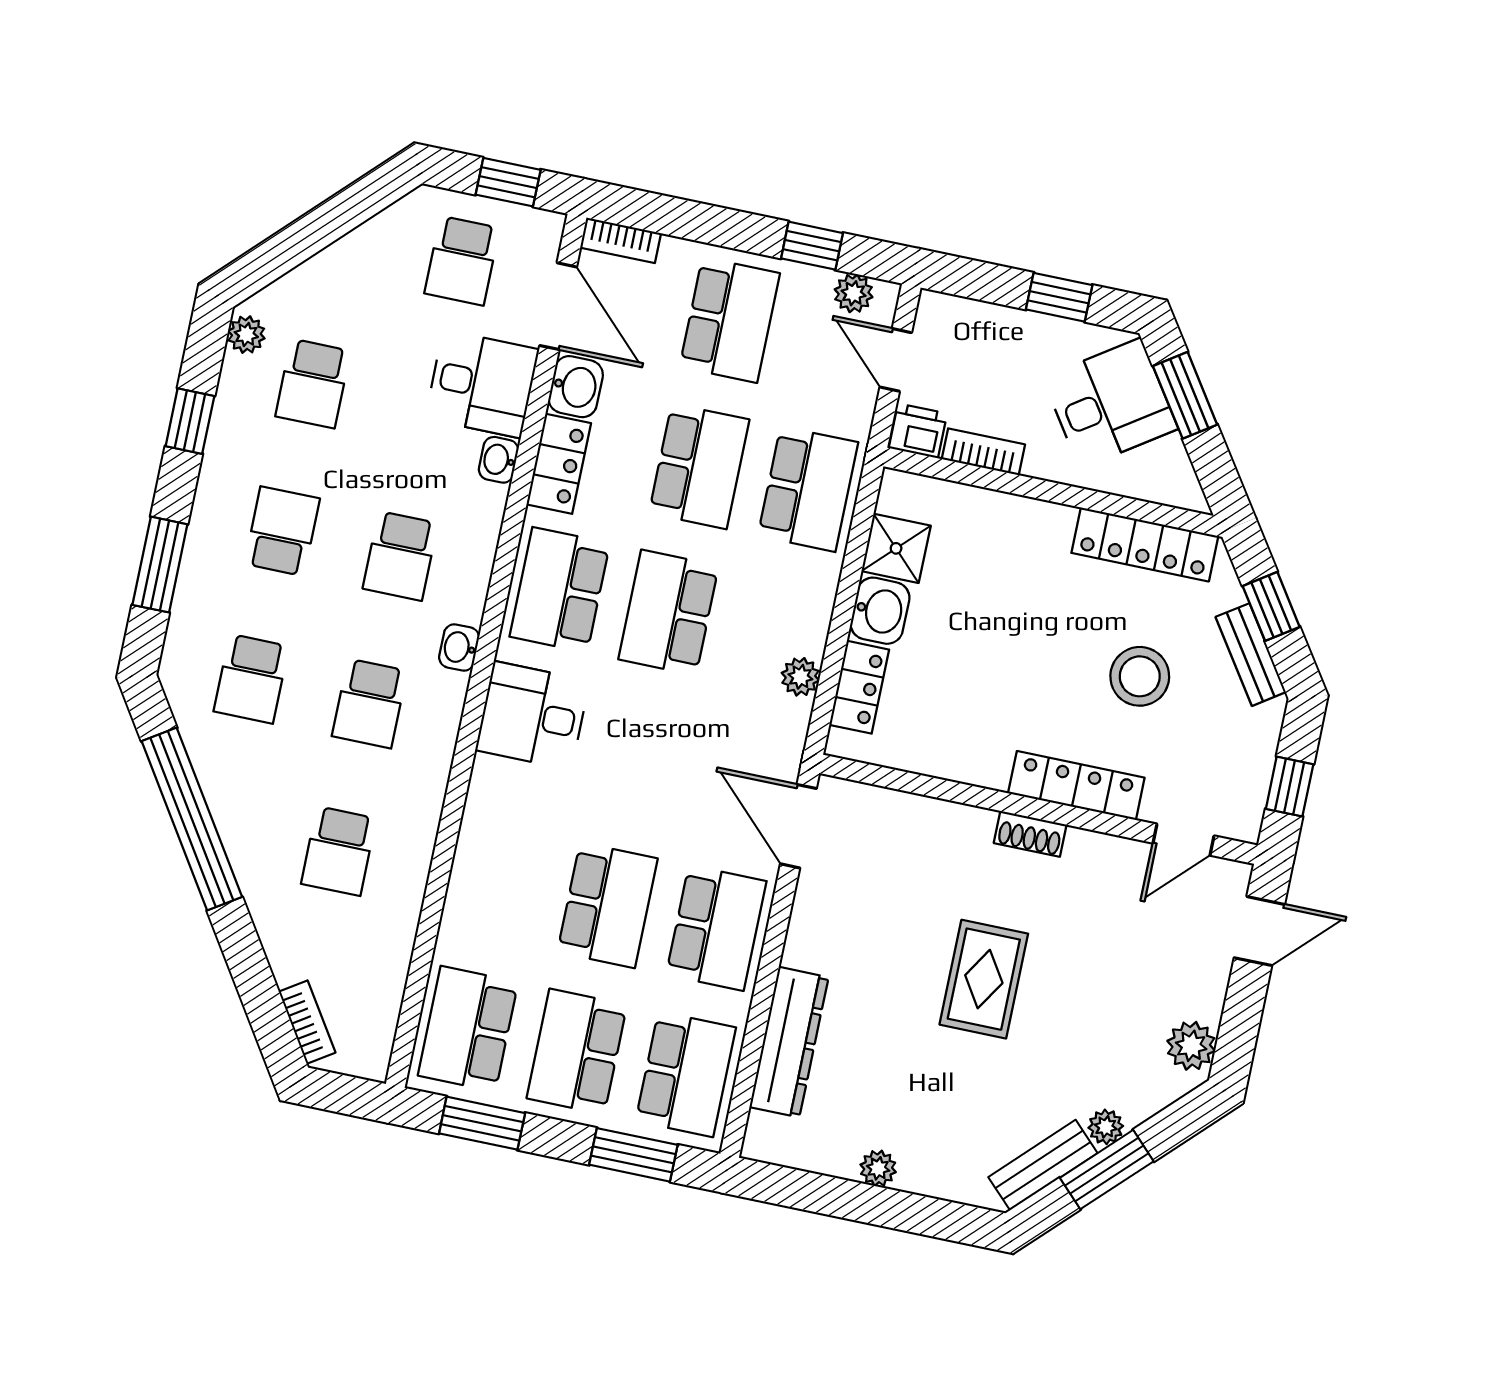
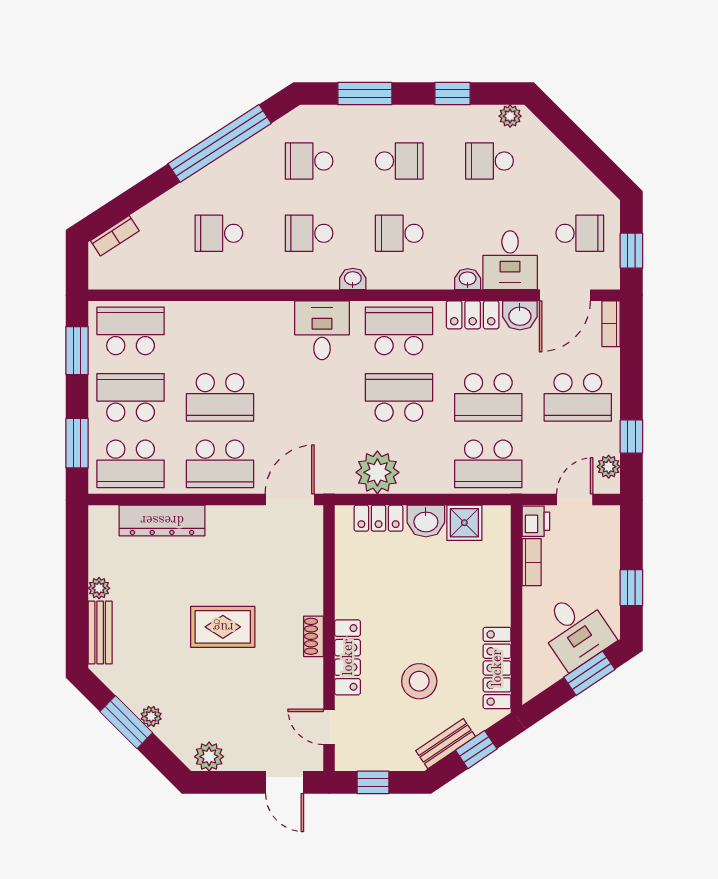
school desk: (462, 261) -> (580, 233), turned 180
plant: (800, 677) -> (377, 472), width x1.87, depth x1.87
bench: (1043, 1165) -> (100, 633), moved, turned 45

